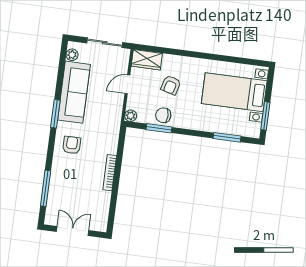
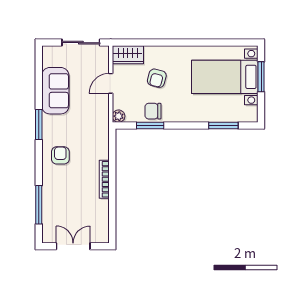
plant: (72, 55) -> (48, 60), removed
sofa: (74, 92) -> (55, 91), width x0.73
window: (265, 116) -> (261, 77), moved

